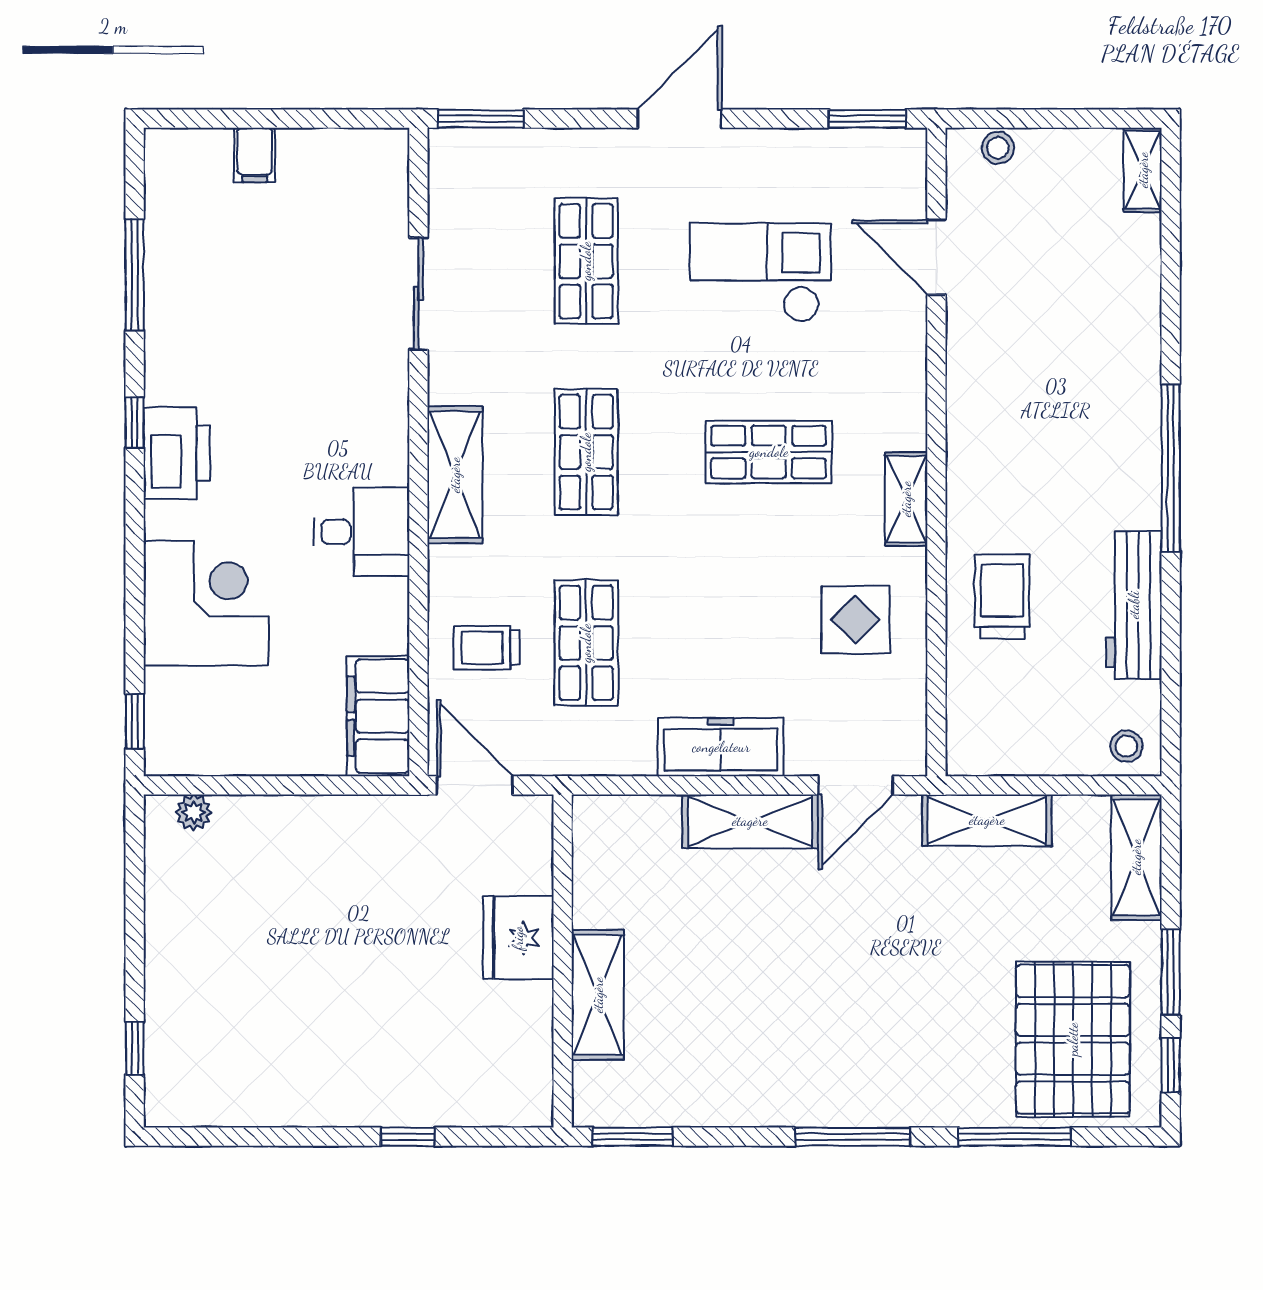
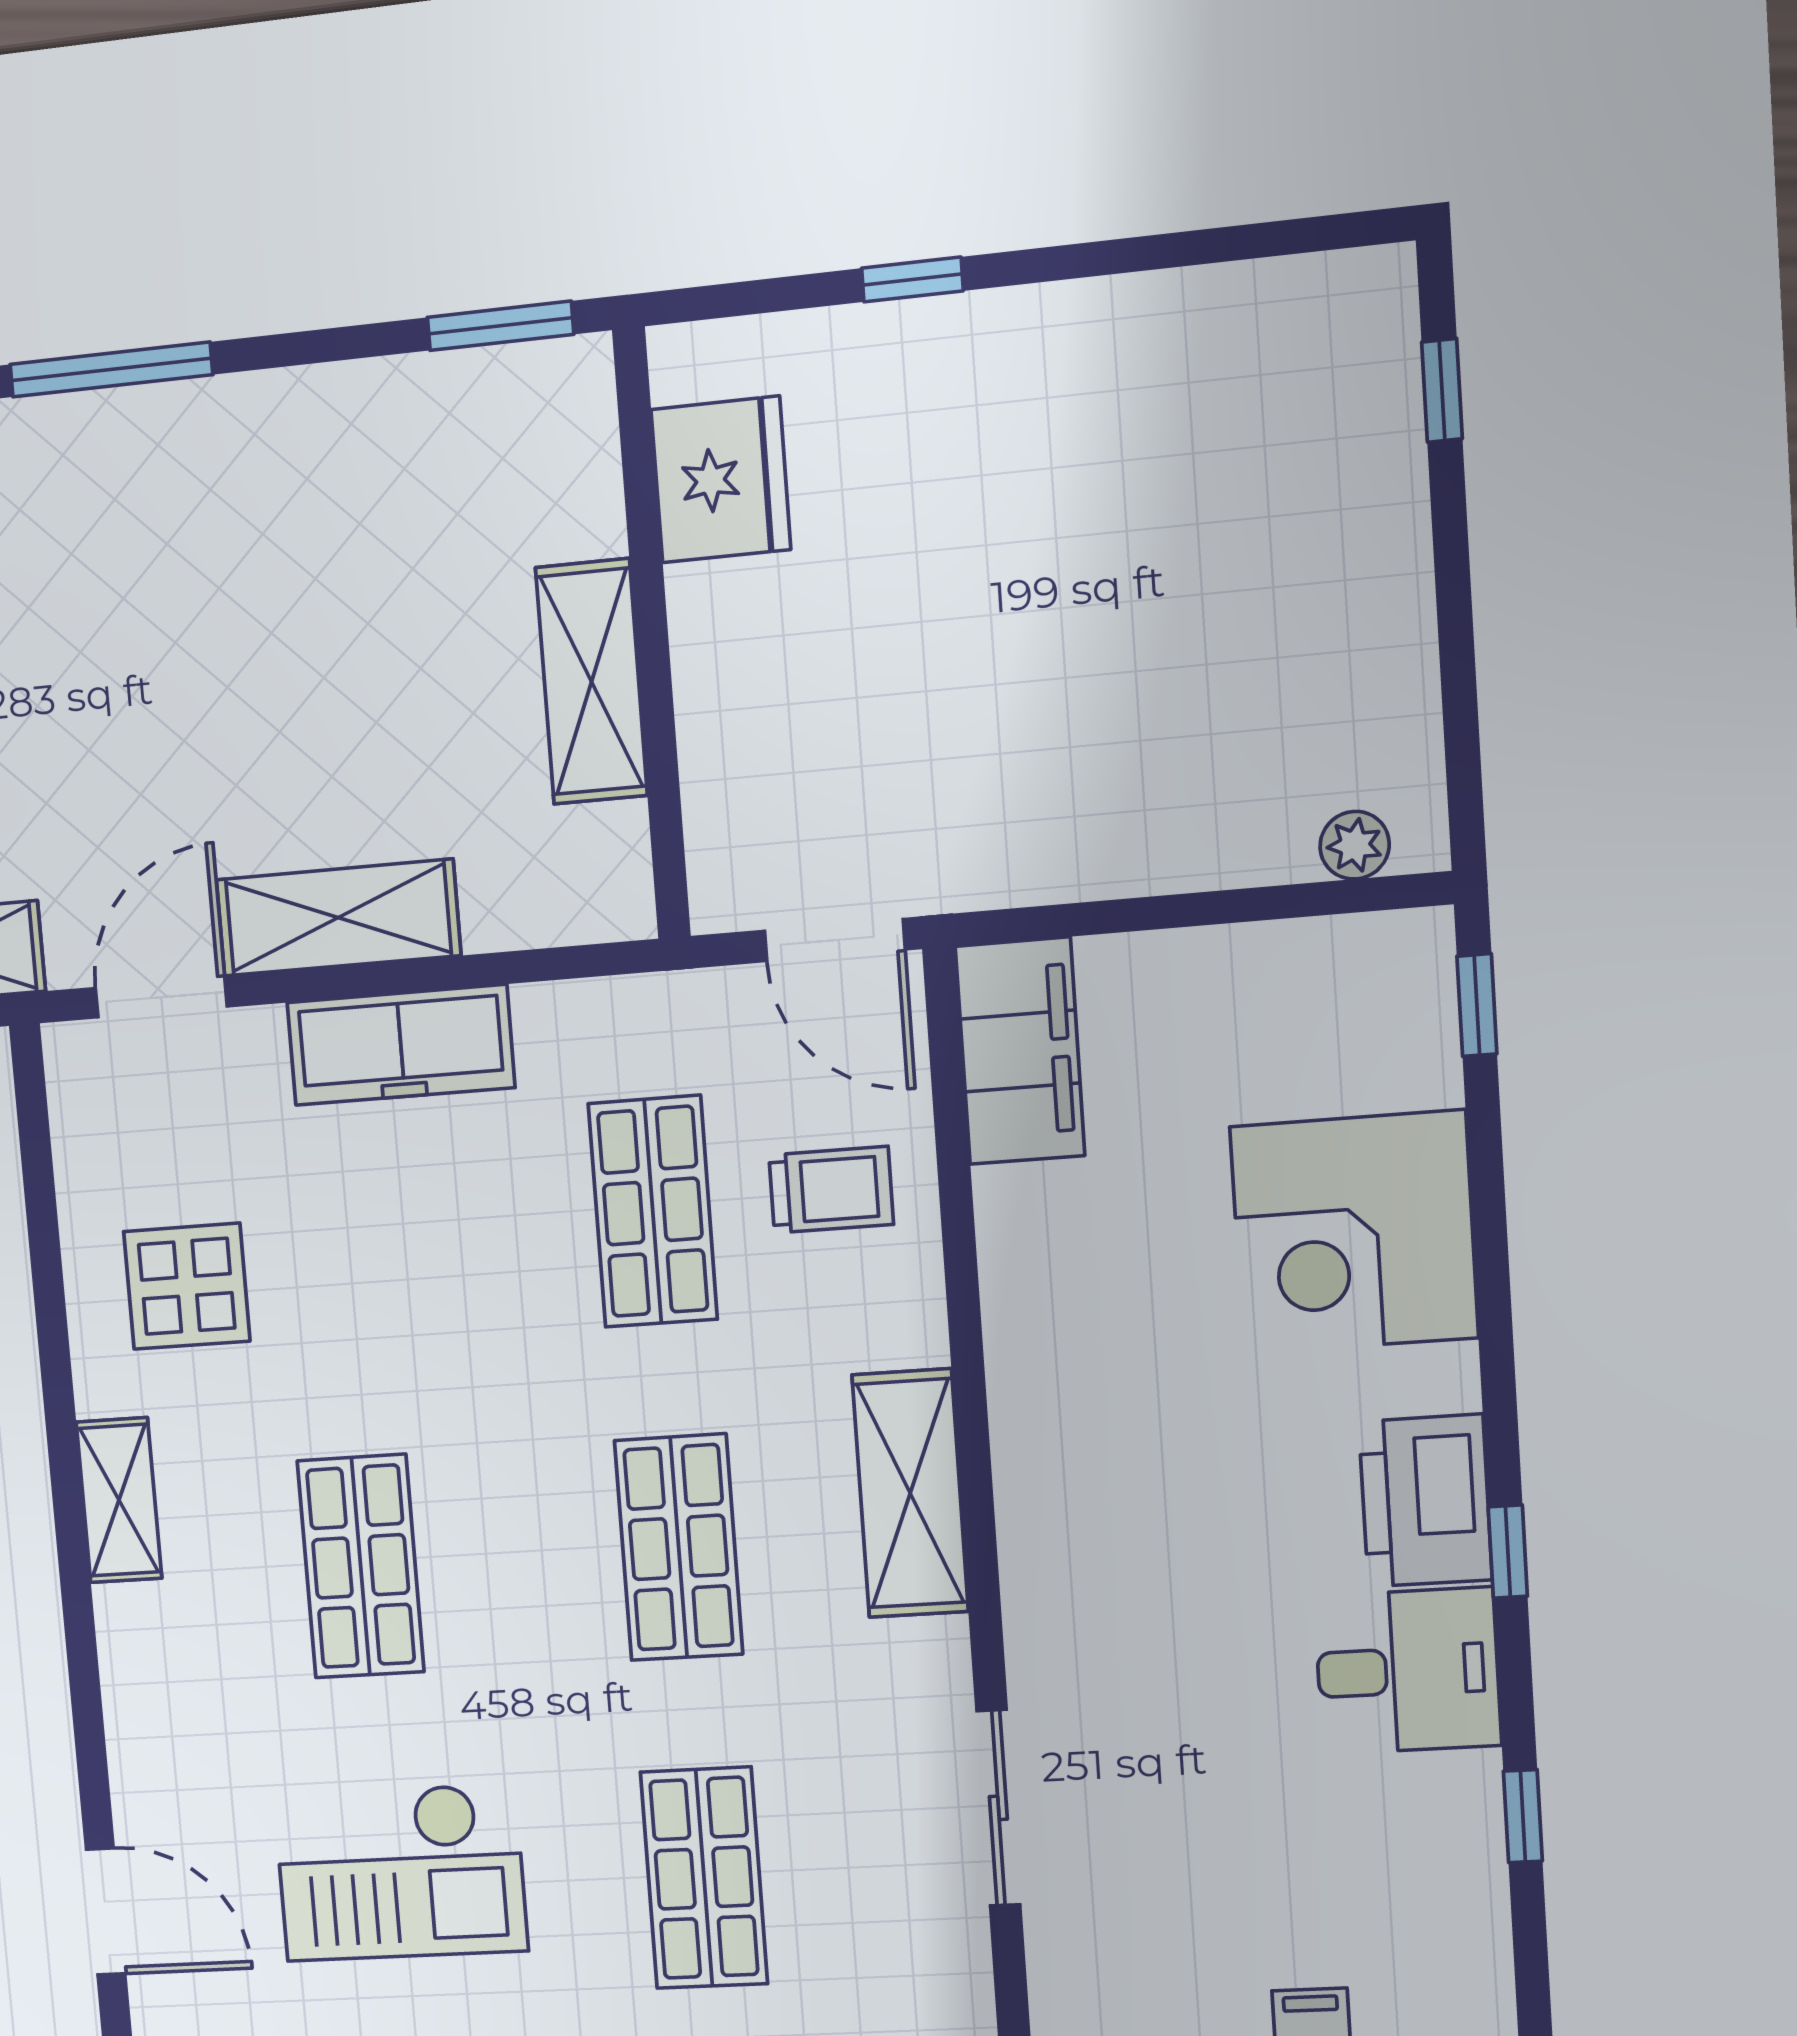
window: (135, 275) -> (1523, 1816), width x0.46
shop shelf: (769, 452) -> (361, 1566), turned 90
desk: (362, 532) -> (1408, 1671), moved, turned 180
fridge: (518, 938) -> (721, 480), moved
shelving: (598, 995) -> (591, 682), moved

